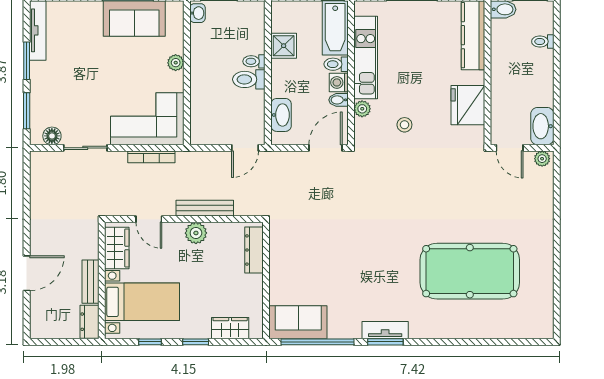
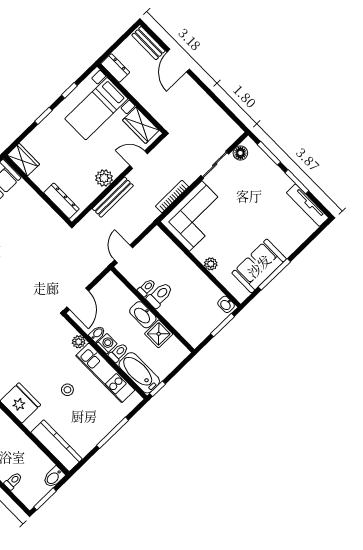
toilet: (254, 61) -> (147, 288), moved
washbasin: (281, 115) -> (143, 315), moved
stool: (404, 125) -> (67, 390), moved
bench: (90, 282) -> (149, 43), moved
wardrobe: (230, 328) -> (23, 160), moved, turned -90

